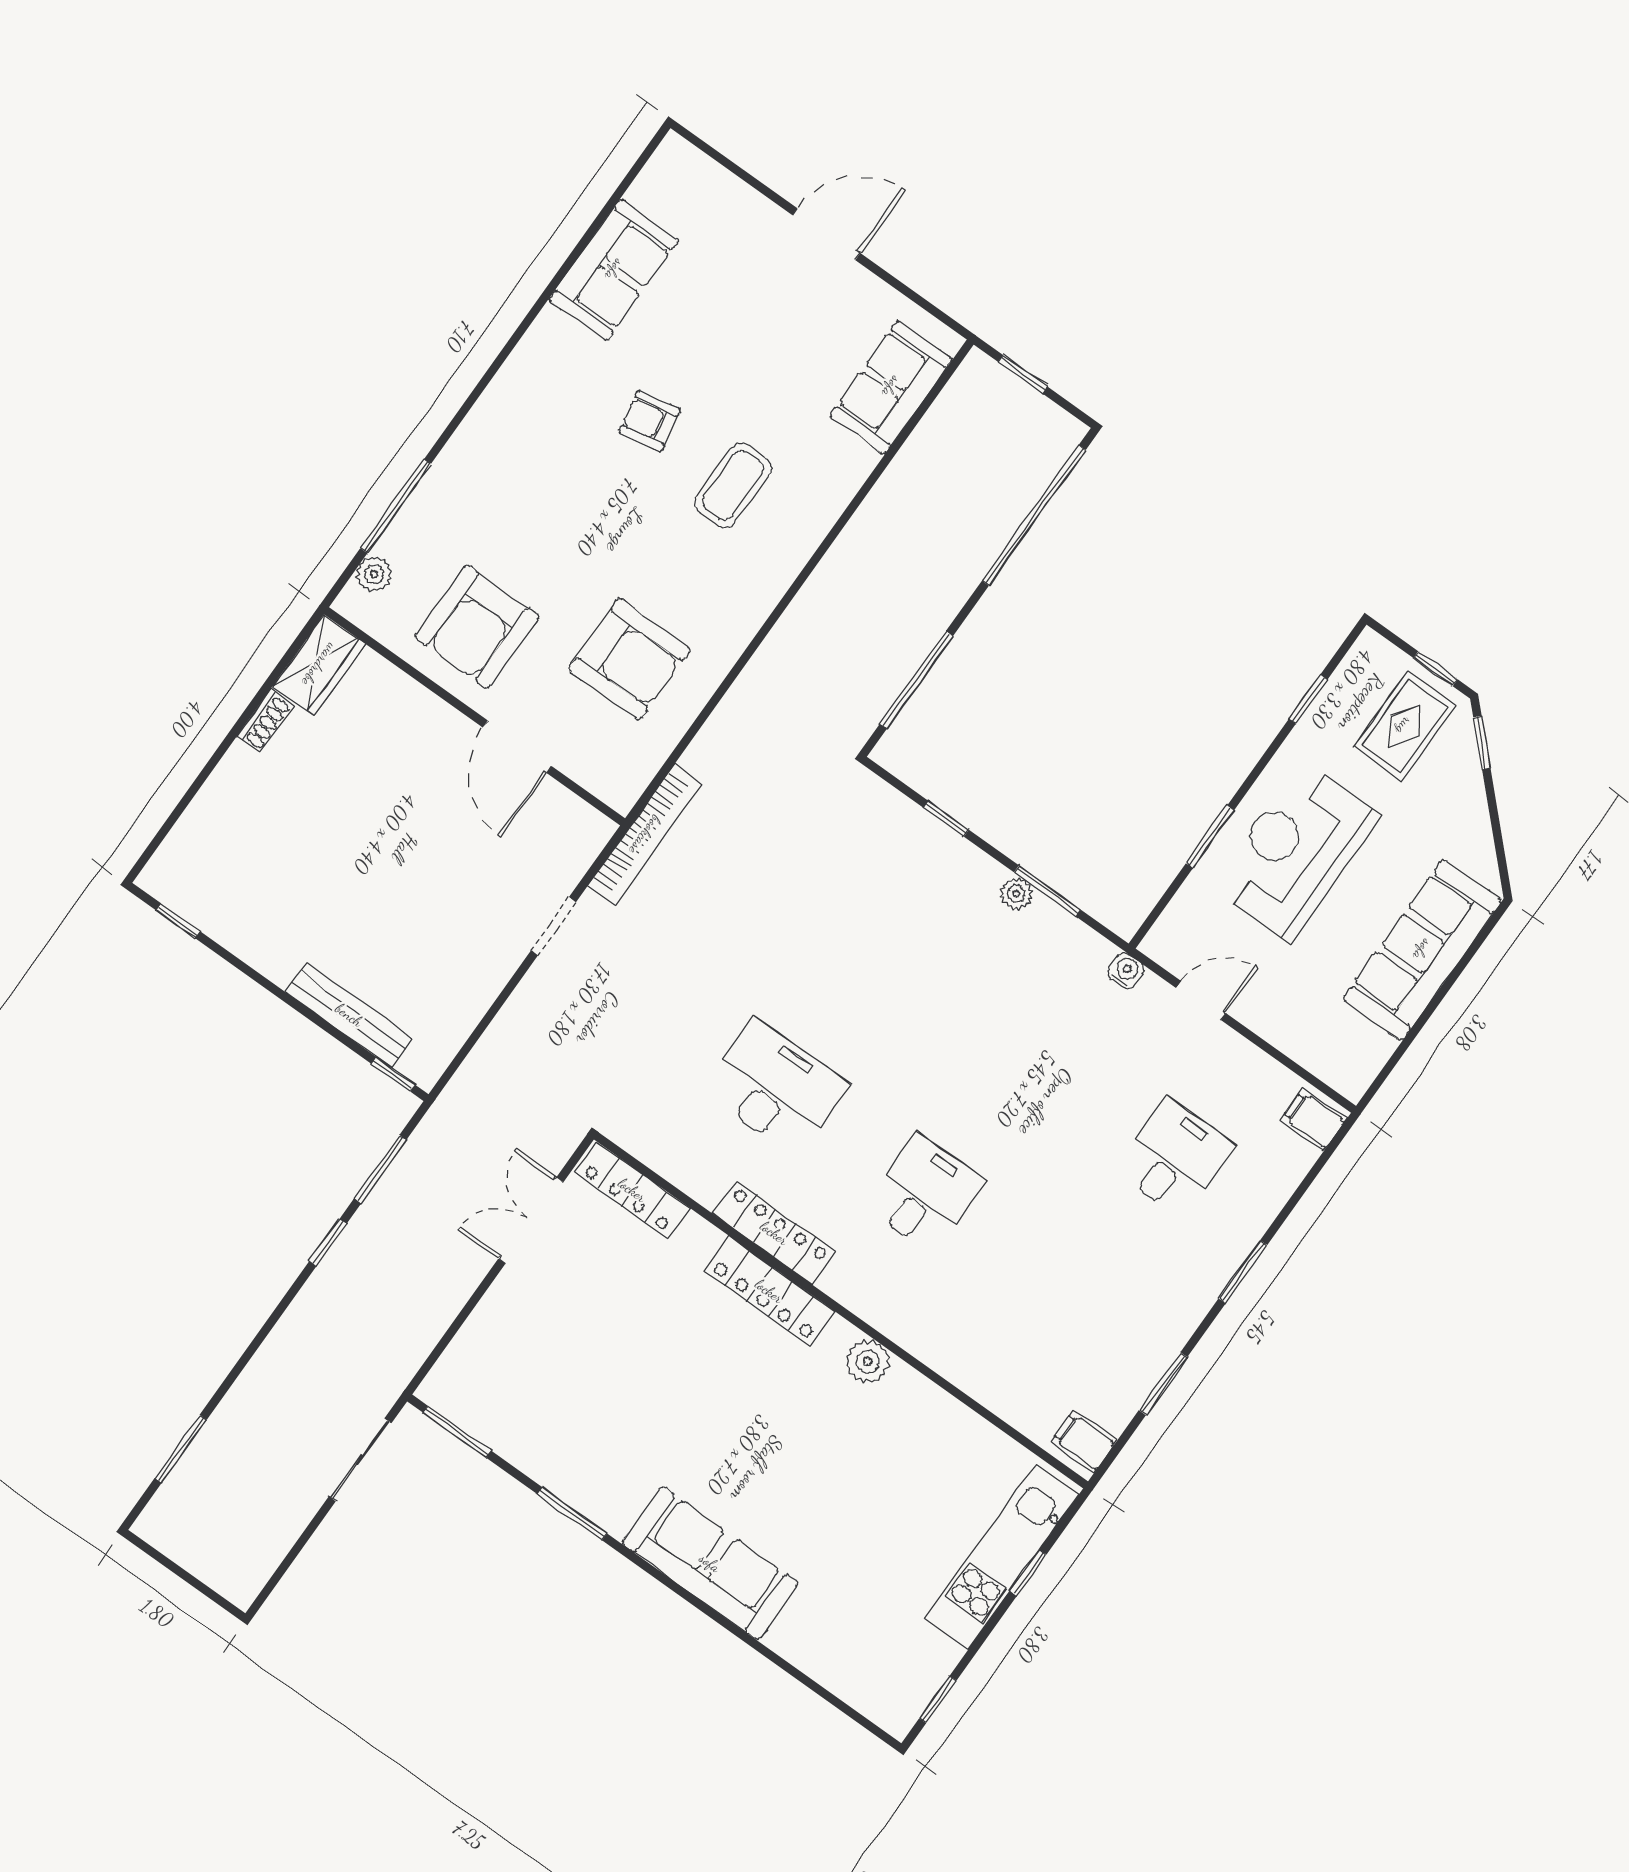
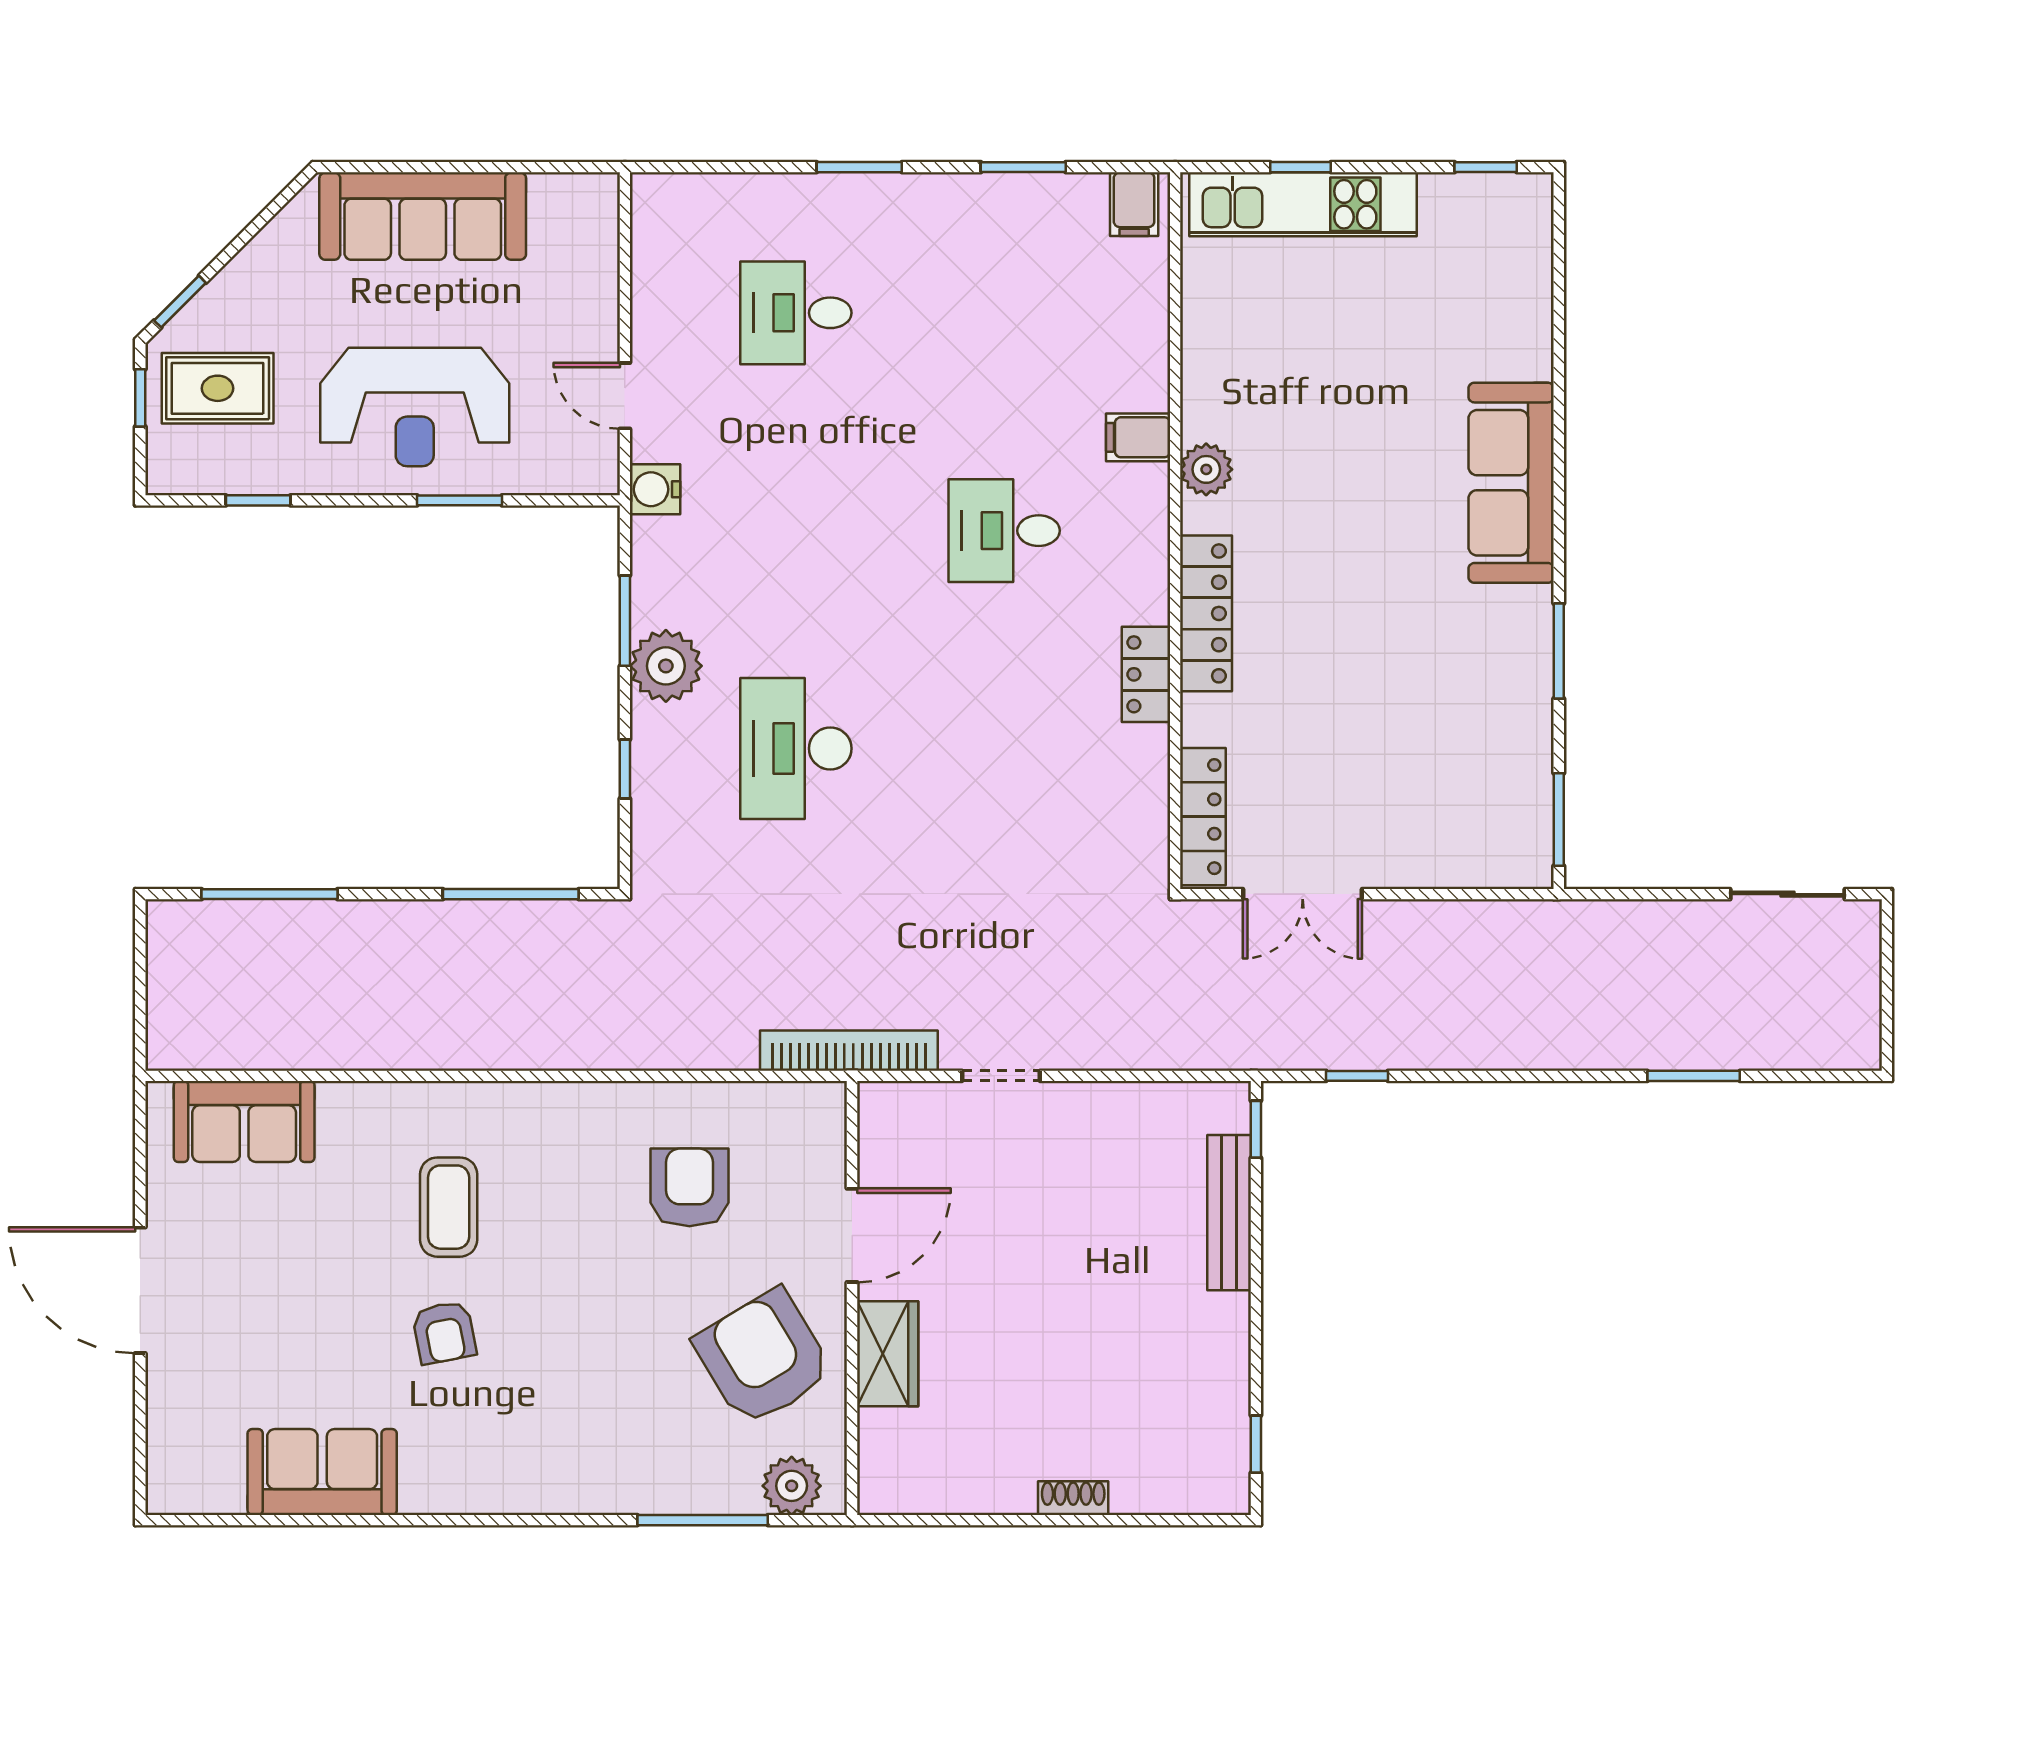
door: (826, 234) -> (140, 1290), width x1.36
window: (1023, 374) -> (140, 1003), removed
coffee table: (733, 485) -> (449, 1207), turned 90
window: (1034, 515) -> (270, 894), width x0.68
plant: (374, 574) -> (792, 1486), width x1.38, depth x1.38
armchair: (477, 627) -> (763, 1357), turned -121
armchair: (629, 659) -> (689, 1187), width x0.73, depth x0.73
wardrobe: (319, 665) -> (888, 1354), moved, turned 90
shoe rack: (265, 721) -> (1073, 1498), moved
plant: (1016, 894) -> (666, 666), width x1.87, depth x1.87
water cooler: (1126, 971) -> (655, 489), width x1.38, depth x1.38
desk: (776, 1088) -> (796, 748), moved
filing cabinet: (1313, 1119) -> (1138, 437), moved, turned 90
window: (380, 1169) -> (1357, 1076), width x0.67
locker: (774, 1233) -> (1146, 674), width x0.66
window: (328, 1242) -> (1464, 1076), removed
window: (181, 1449) -> (1694, 1076), moved
sliding door: (360, 1460) -> (1788, 894), moved

